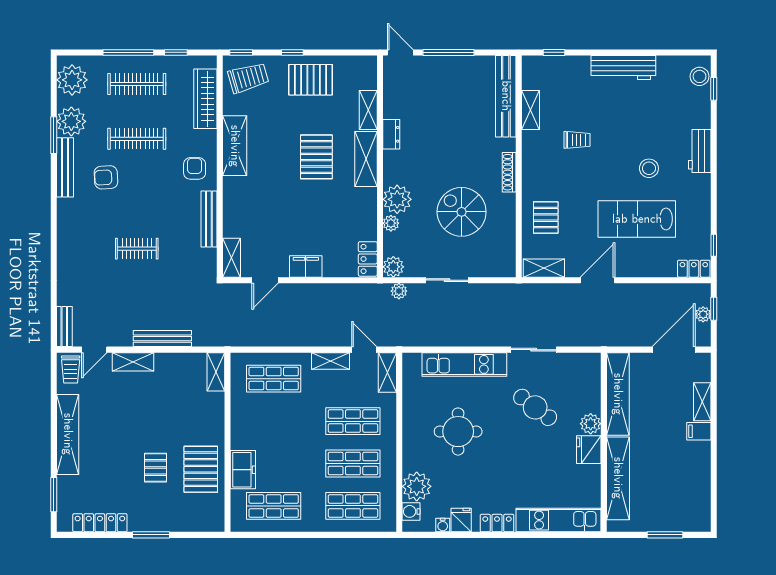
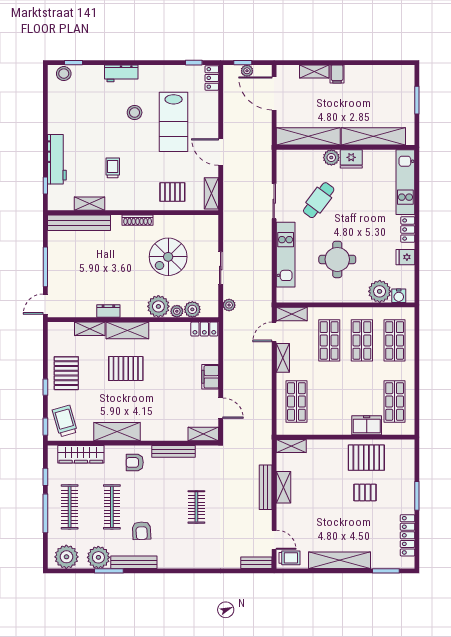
workbench: (623, 67) -> (57, 159), moved
plant: (393, 267) -> (192, 309), moved
shelving: (133, 362) -> (284, 487), moved
water cooler: (443, 525) -> (409, 271), removed

